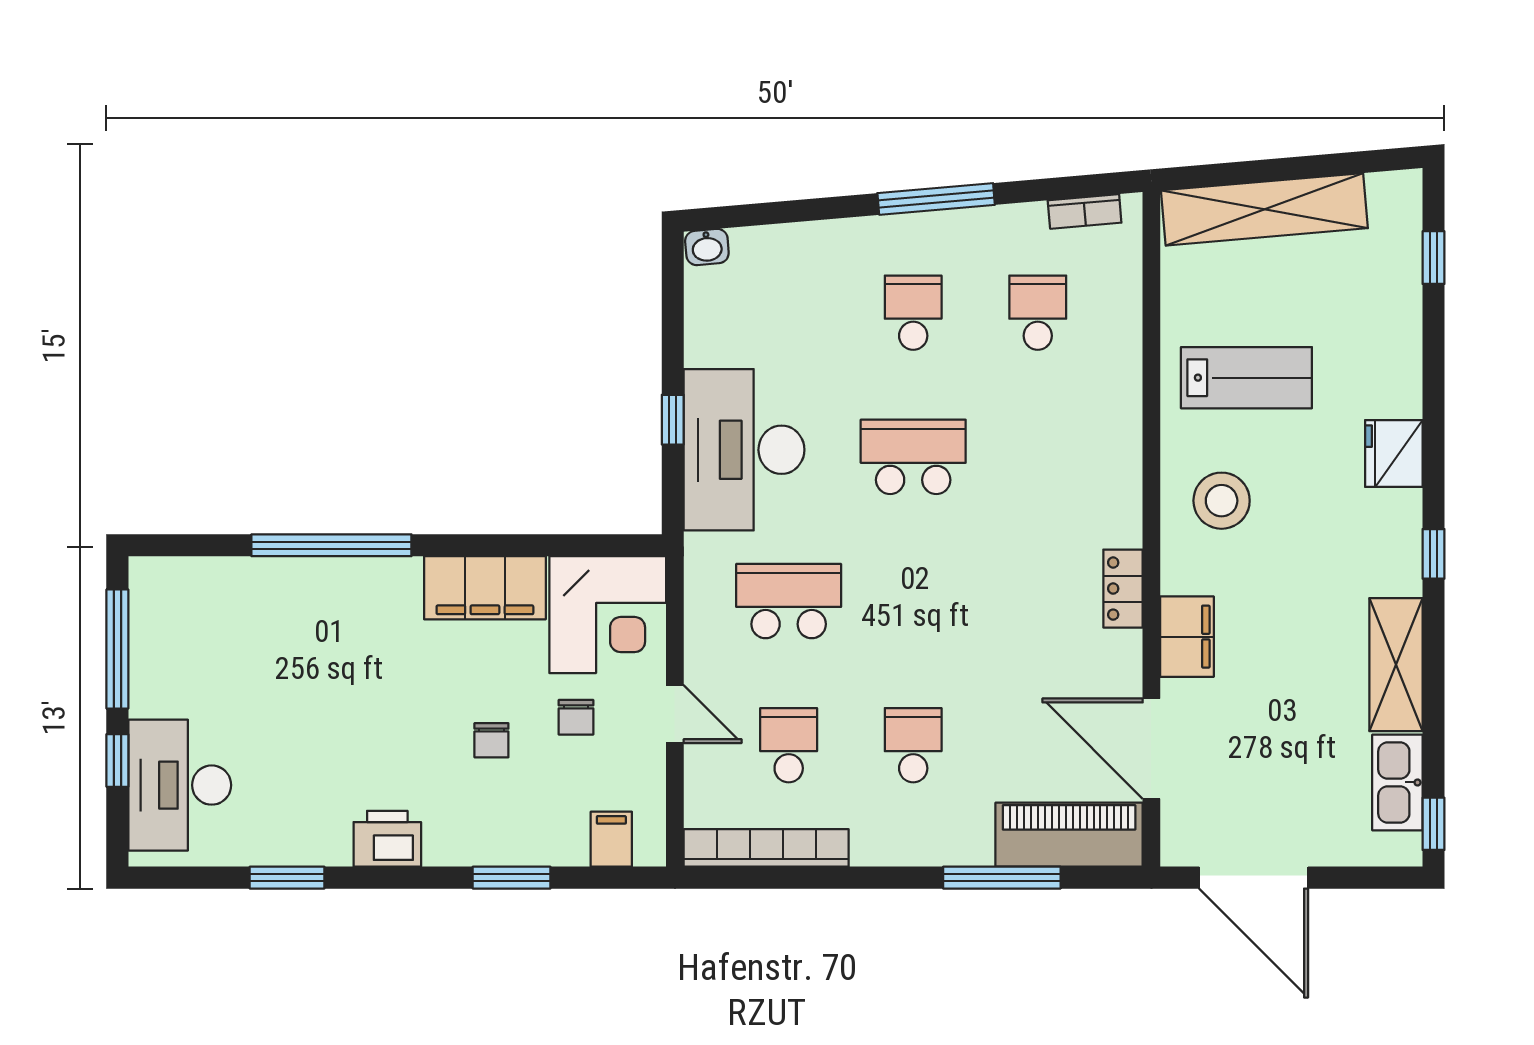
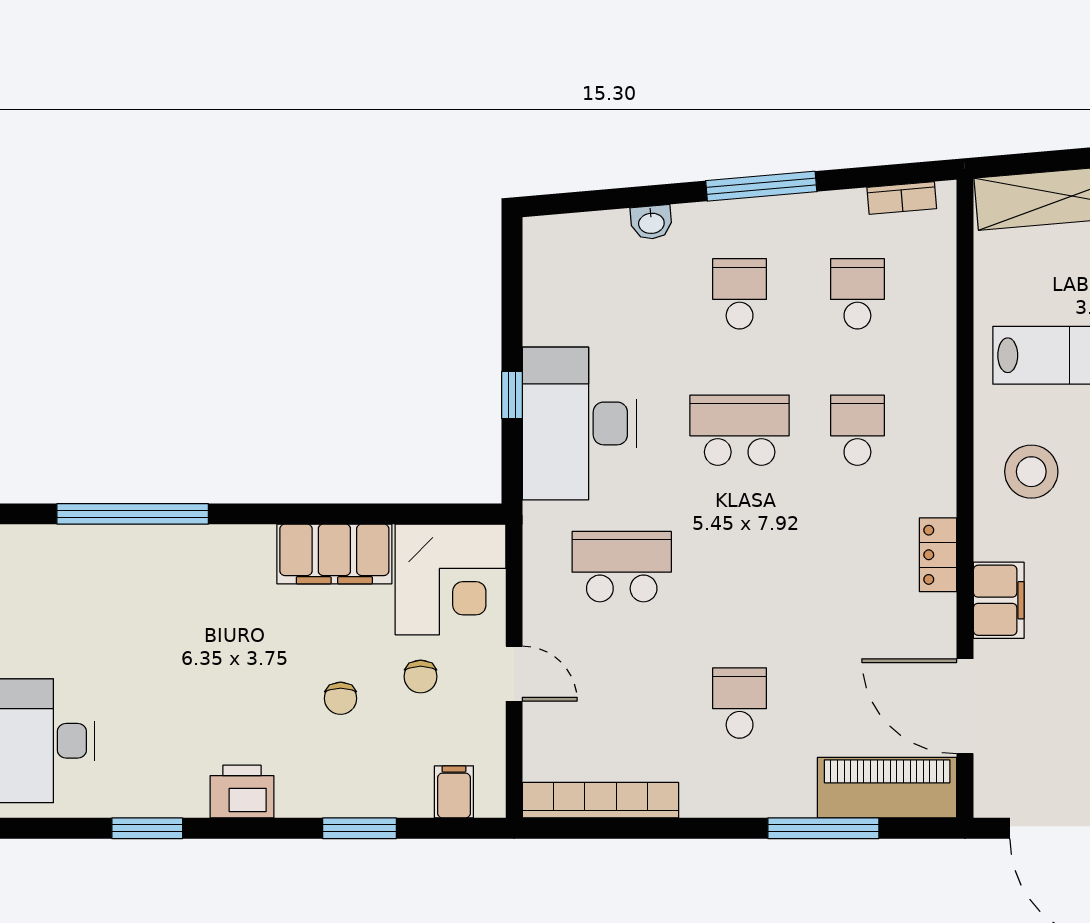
washbasin: (707, 247) -> (651, 222), moved
window: (331, 545) -> (133, 514), moved
school desk: (789, 745) -> (857, 430), moved

